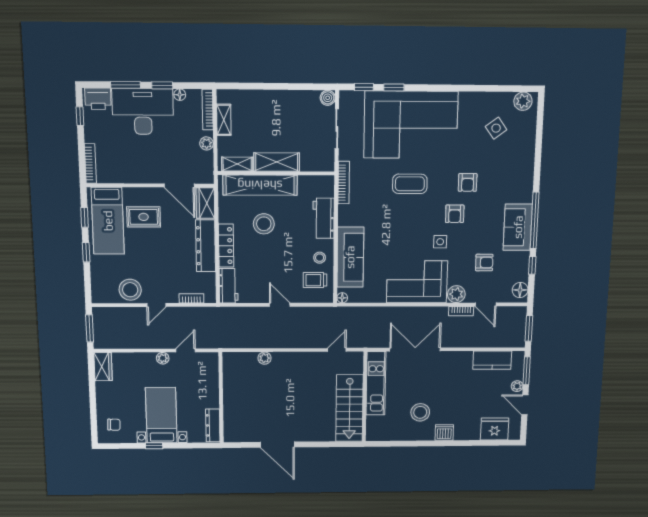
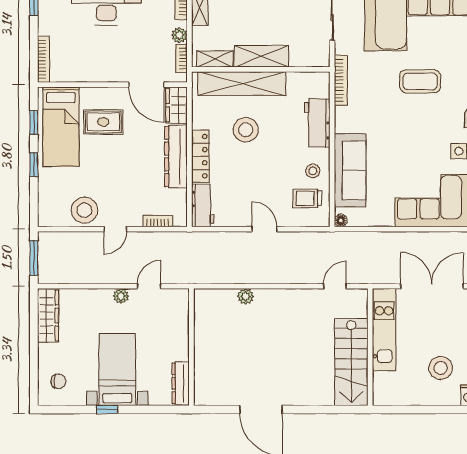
bookcase: (209, 164) -> (181, 59), added
wardrobe: (103, 367) -> (48, 315), width x1.50

